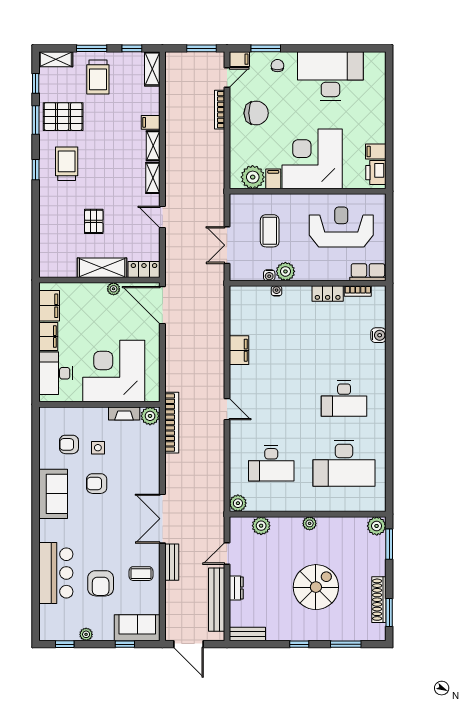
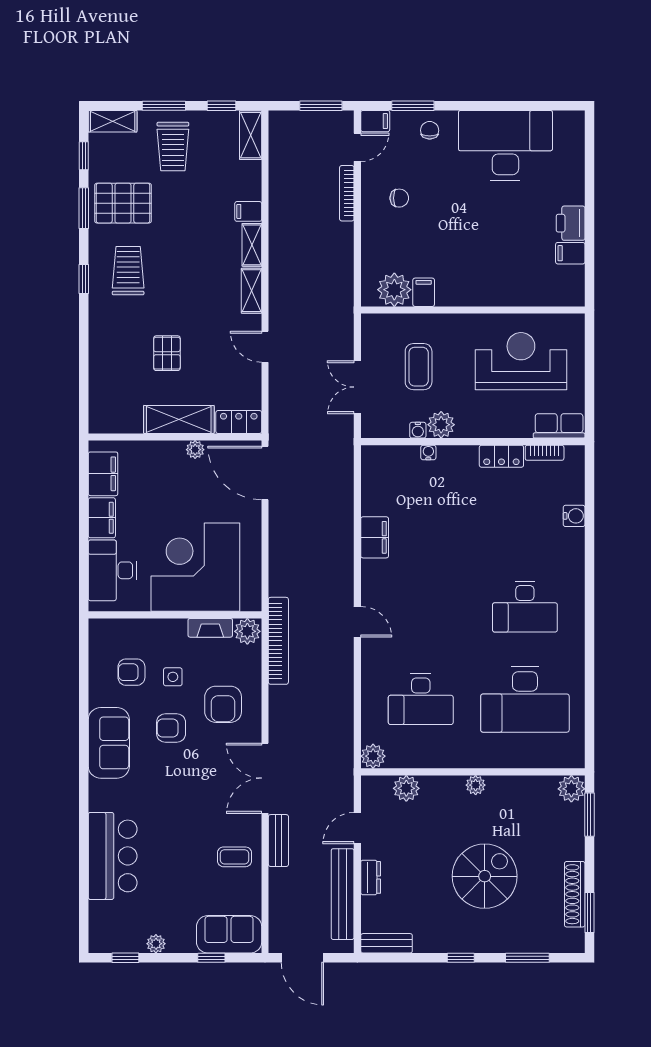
chair: (256, 113) -> (399, 198), width x0.54, depth x0.54
corner desk: (312, 159) -> (479, 264), removed
printer: (376, 173) -> (571, 223), moved
armchair: (101, 583) -> (223, 704), moved

